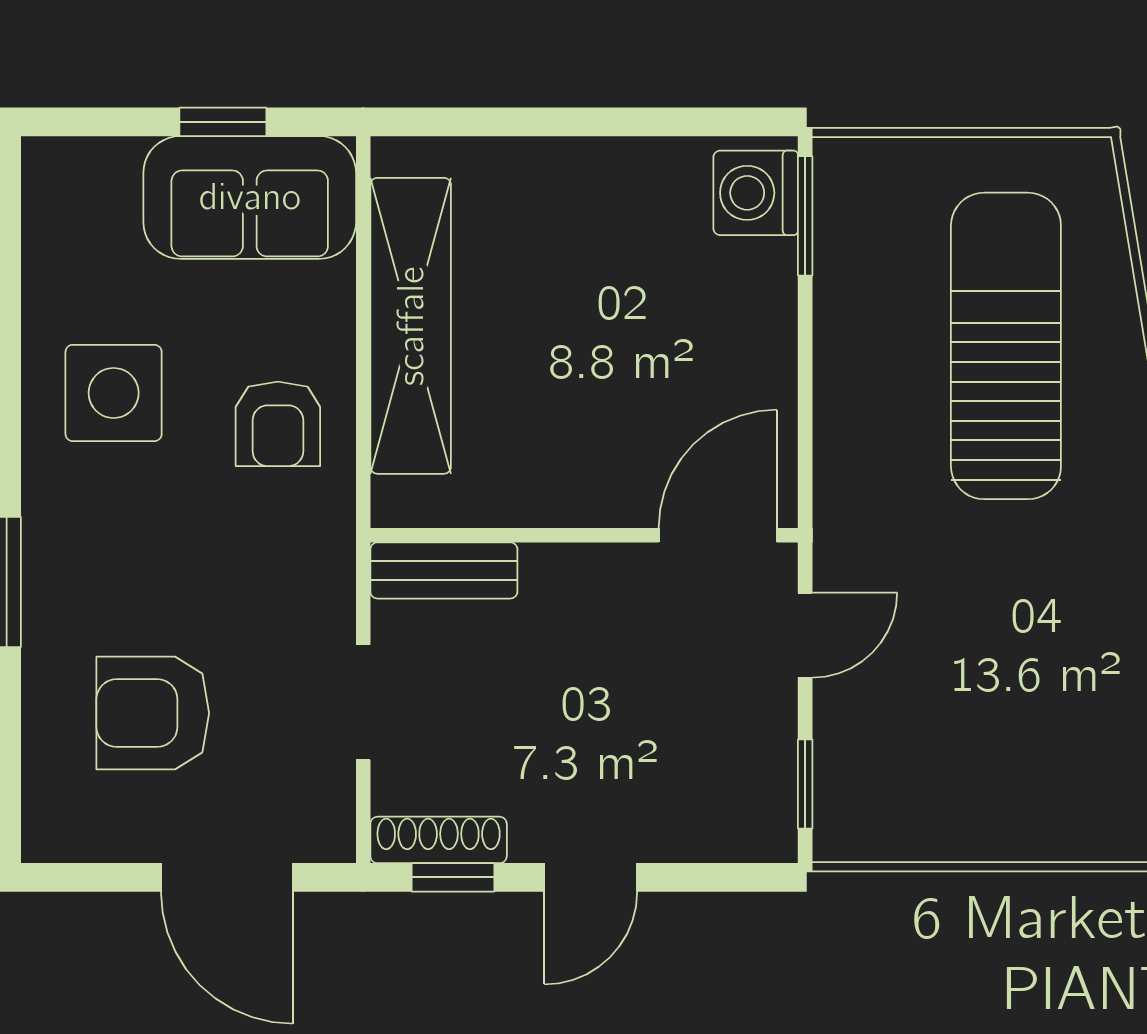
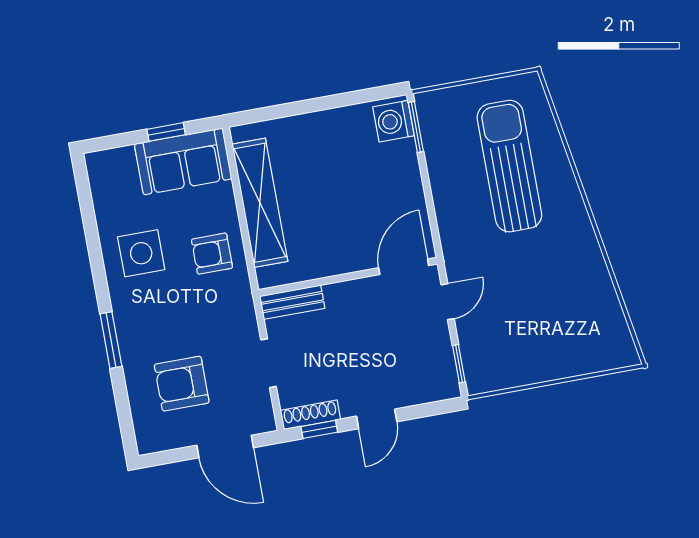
armchair: (278, 424) -> (212, 254), turned 90

